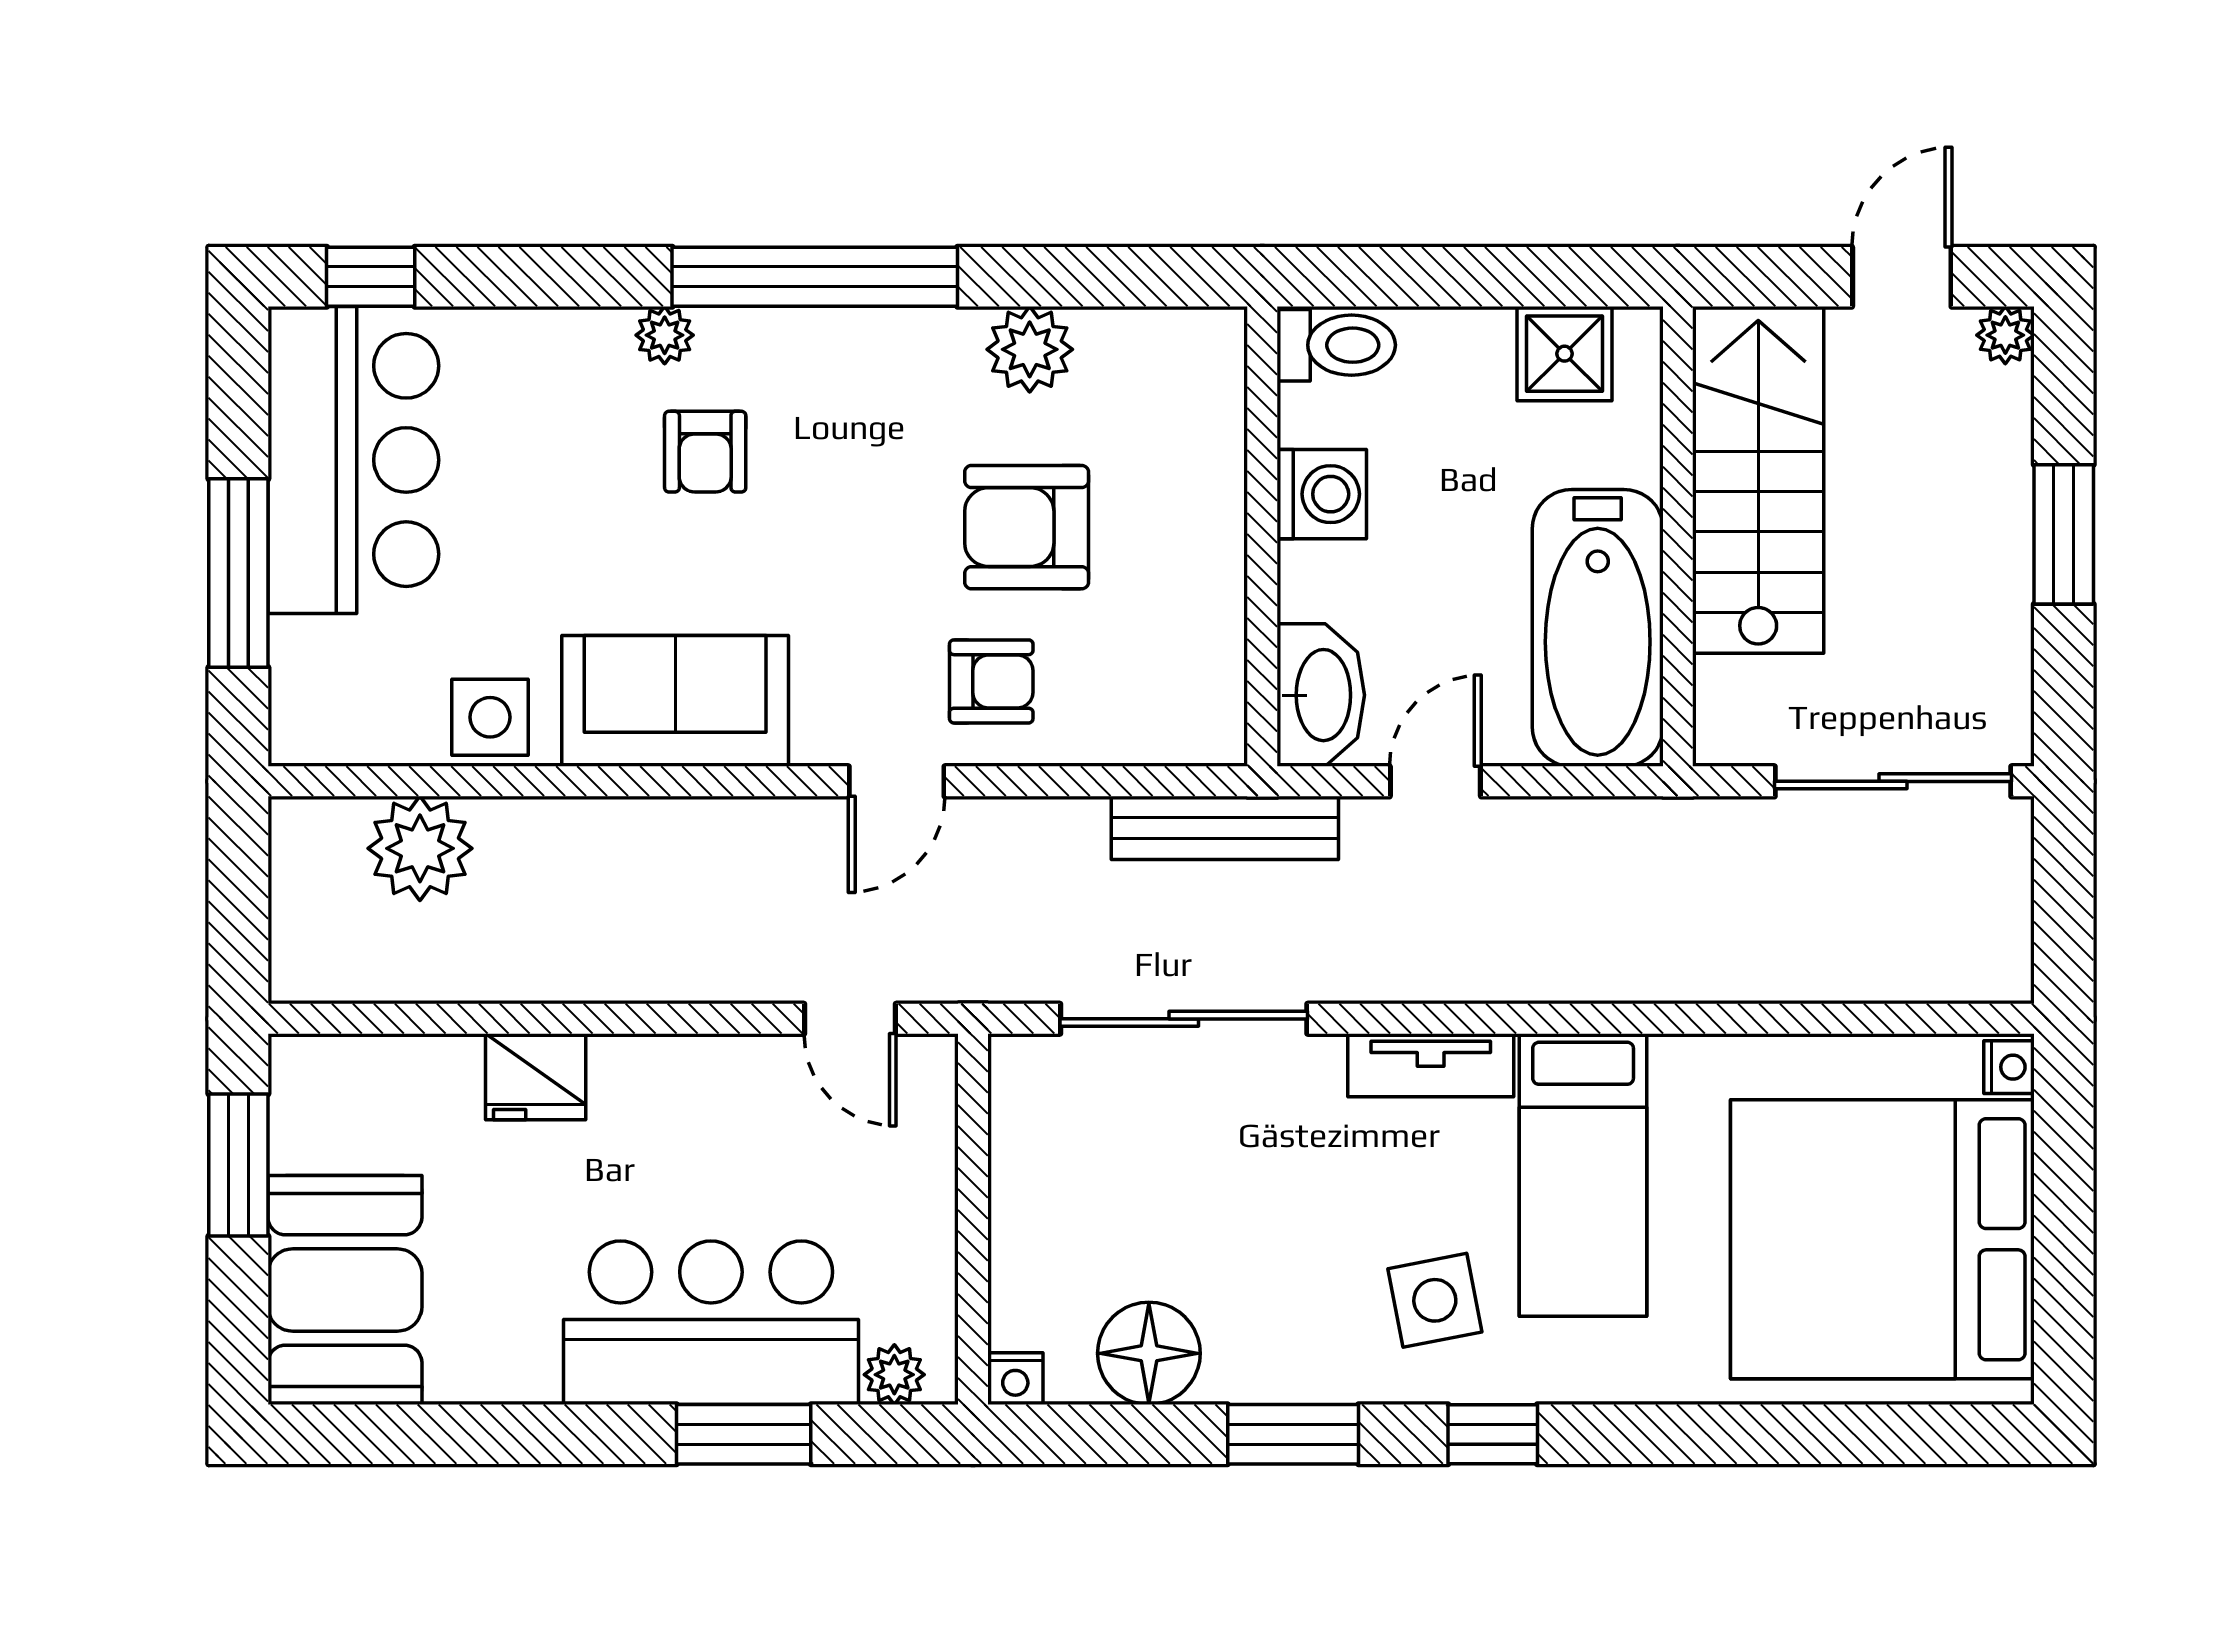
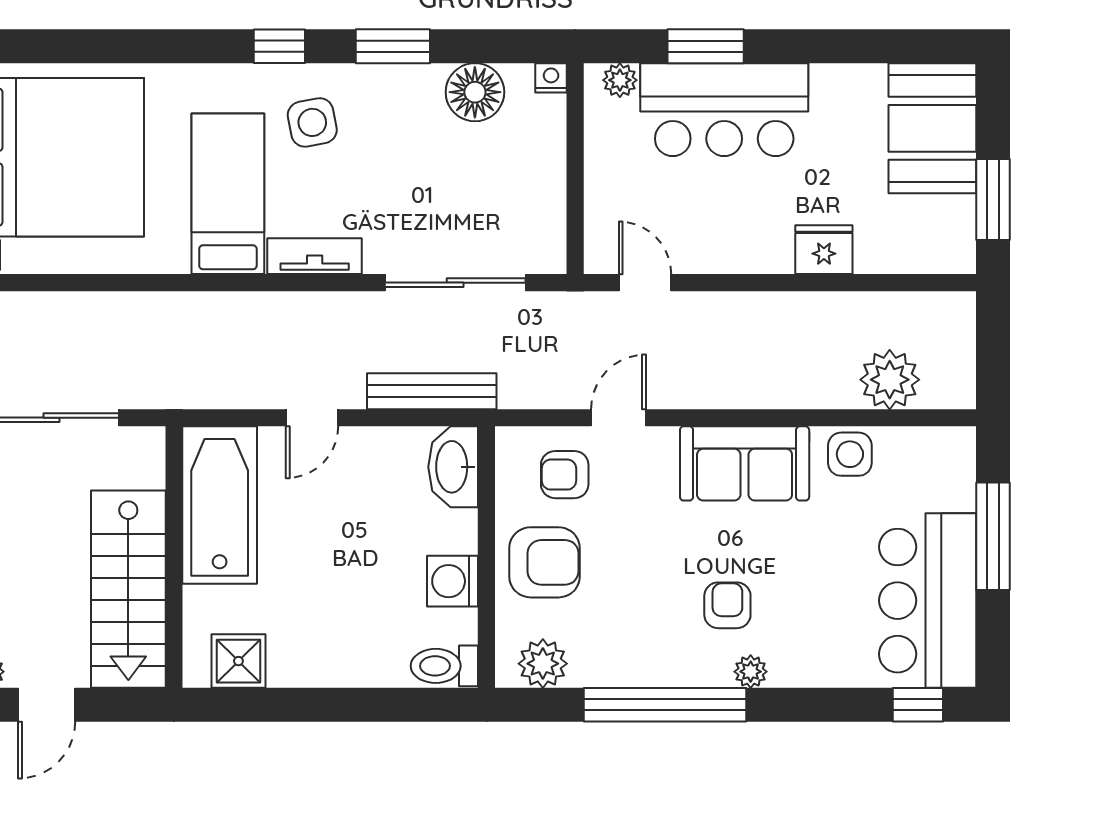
toilet: (1336, 345) -> (444, 666), moved
washing machine: (1322, 494) -> (453, 581), moved
wall: (1262, 536) -> (486, 557), moved
washbasin: (1321, 695) -> (453, 467), moved

